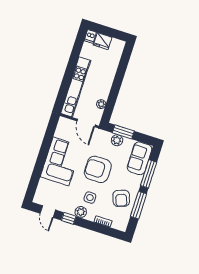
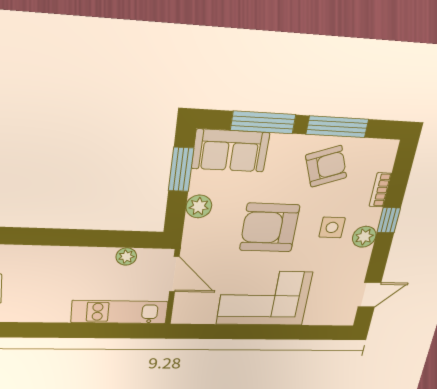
kitchen unit: (76, 87) -> (120, 312), width x0.73
door: (86, 123) -> (174, 274), hinge flipped
window: (123, 132) -> (181, 169), moved
armchair: (98, 169) -> (269, 228), turned 90
window: (69, 218) -> (389, 220), moved

